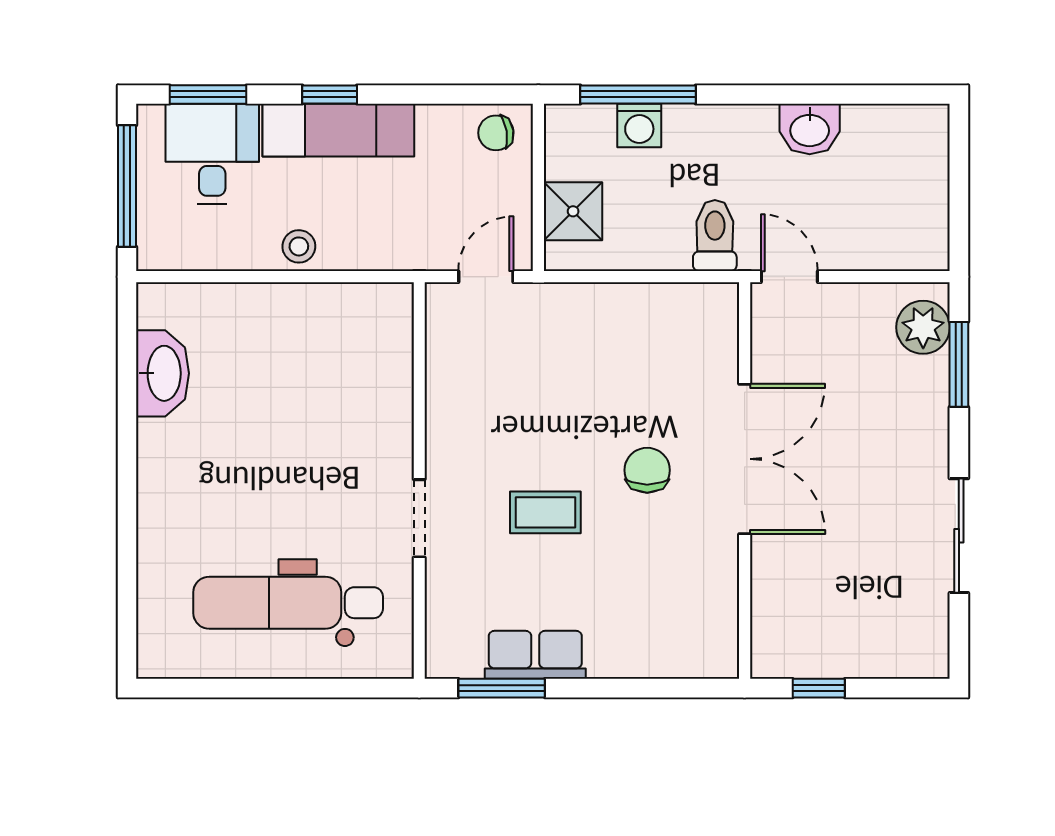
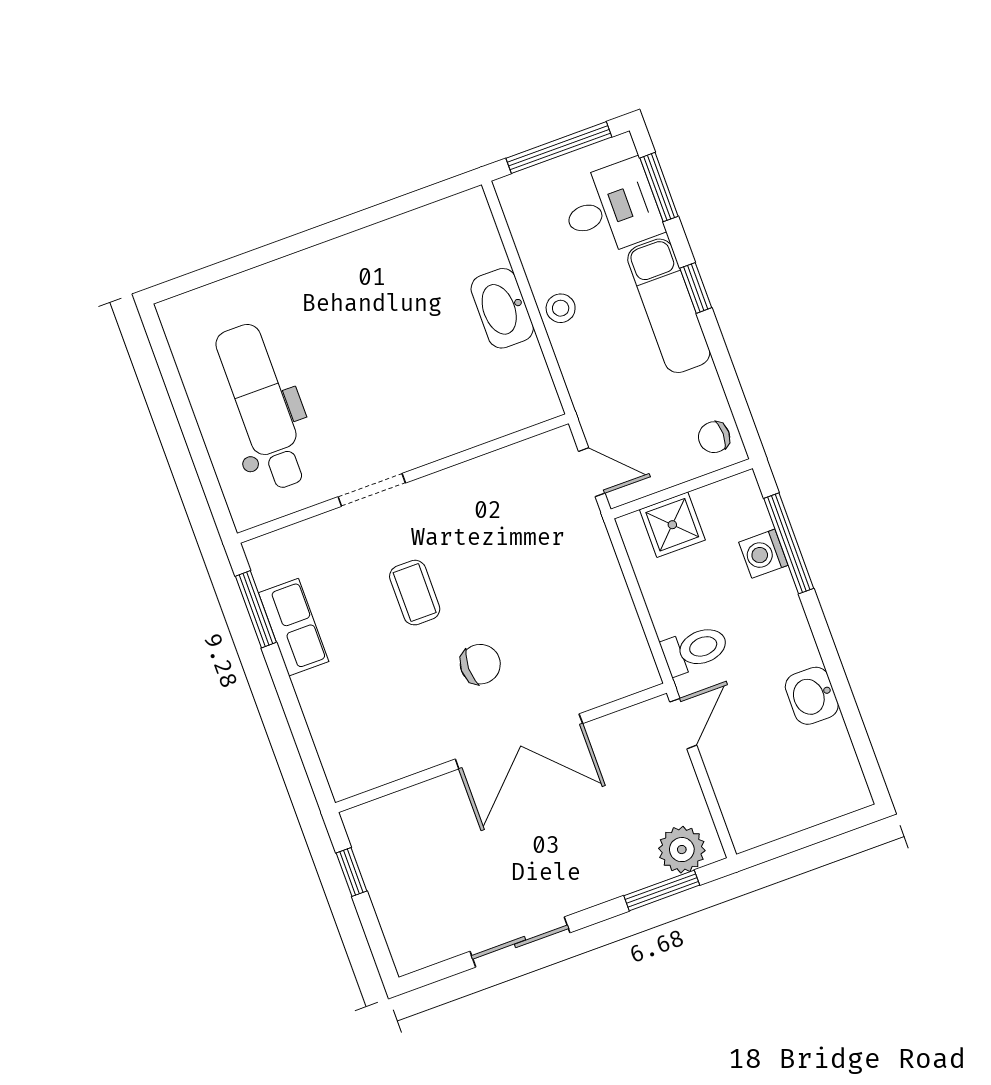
chair: (496, 133) -> (714, 437), turned -81
washbasin: (163, 373) -> (502, 308), moved, turned 90

